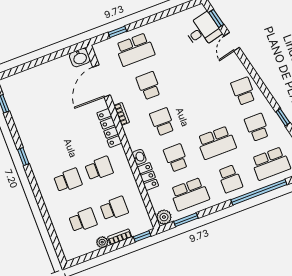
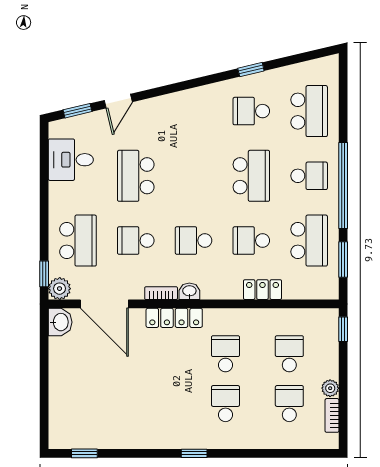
desk: (203, 31) -> (71, 160), moved, turned -77
window: (117, 32) -> (44, 274), moved
door: (232, 42) -> (118, 101), hinge flipped
school desk: (243, 91) -> (136, 176), moved, width x1.85
window: (23, 157) -> (194, 453), moved
washbasin: (139, 157) -> (189, 291), moved
window: (259, 192) -> (343, 186), moved
plant: (164, 217) -> (60, 289), moved
bookcase: (120, 237) -> (332, 415), moved

